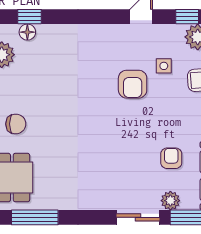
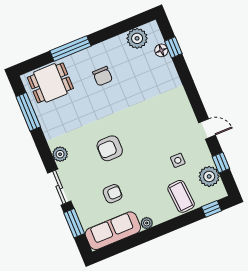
armchair: (133, 84) -> (110, 148), moved
chair: (16, 124) -> (103, 76), moved
plant: (170, 201) -> (60, 154), moved

